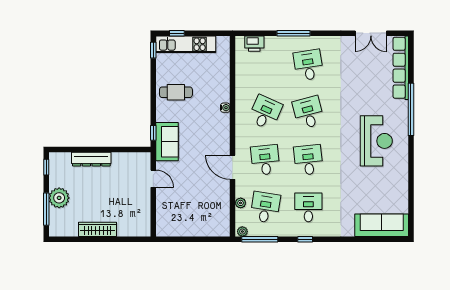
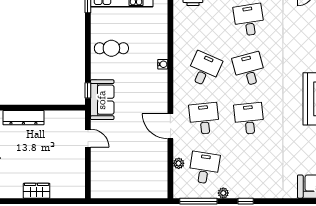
desk: (308, 207) -> (249, 168), removed
wardrobe: (98, 229) -> (37, 191), width x0.67
plant: (242, 232) -> (223, 193), moved

